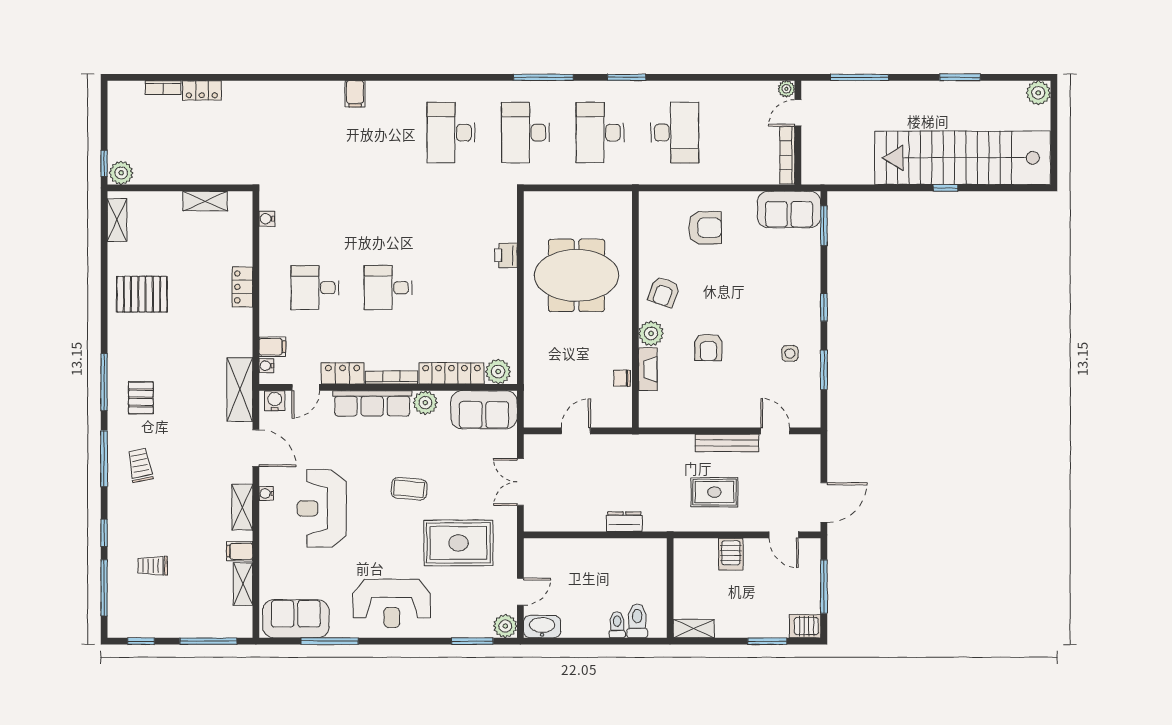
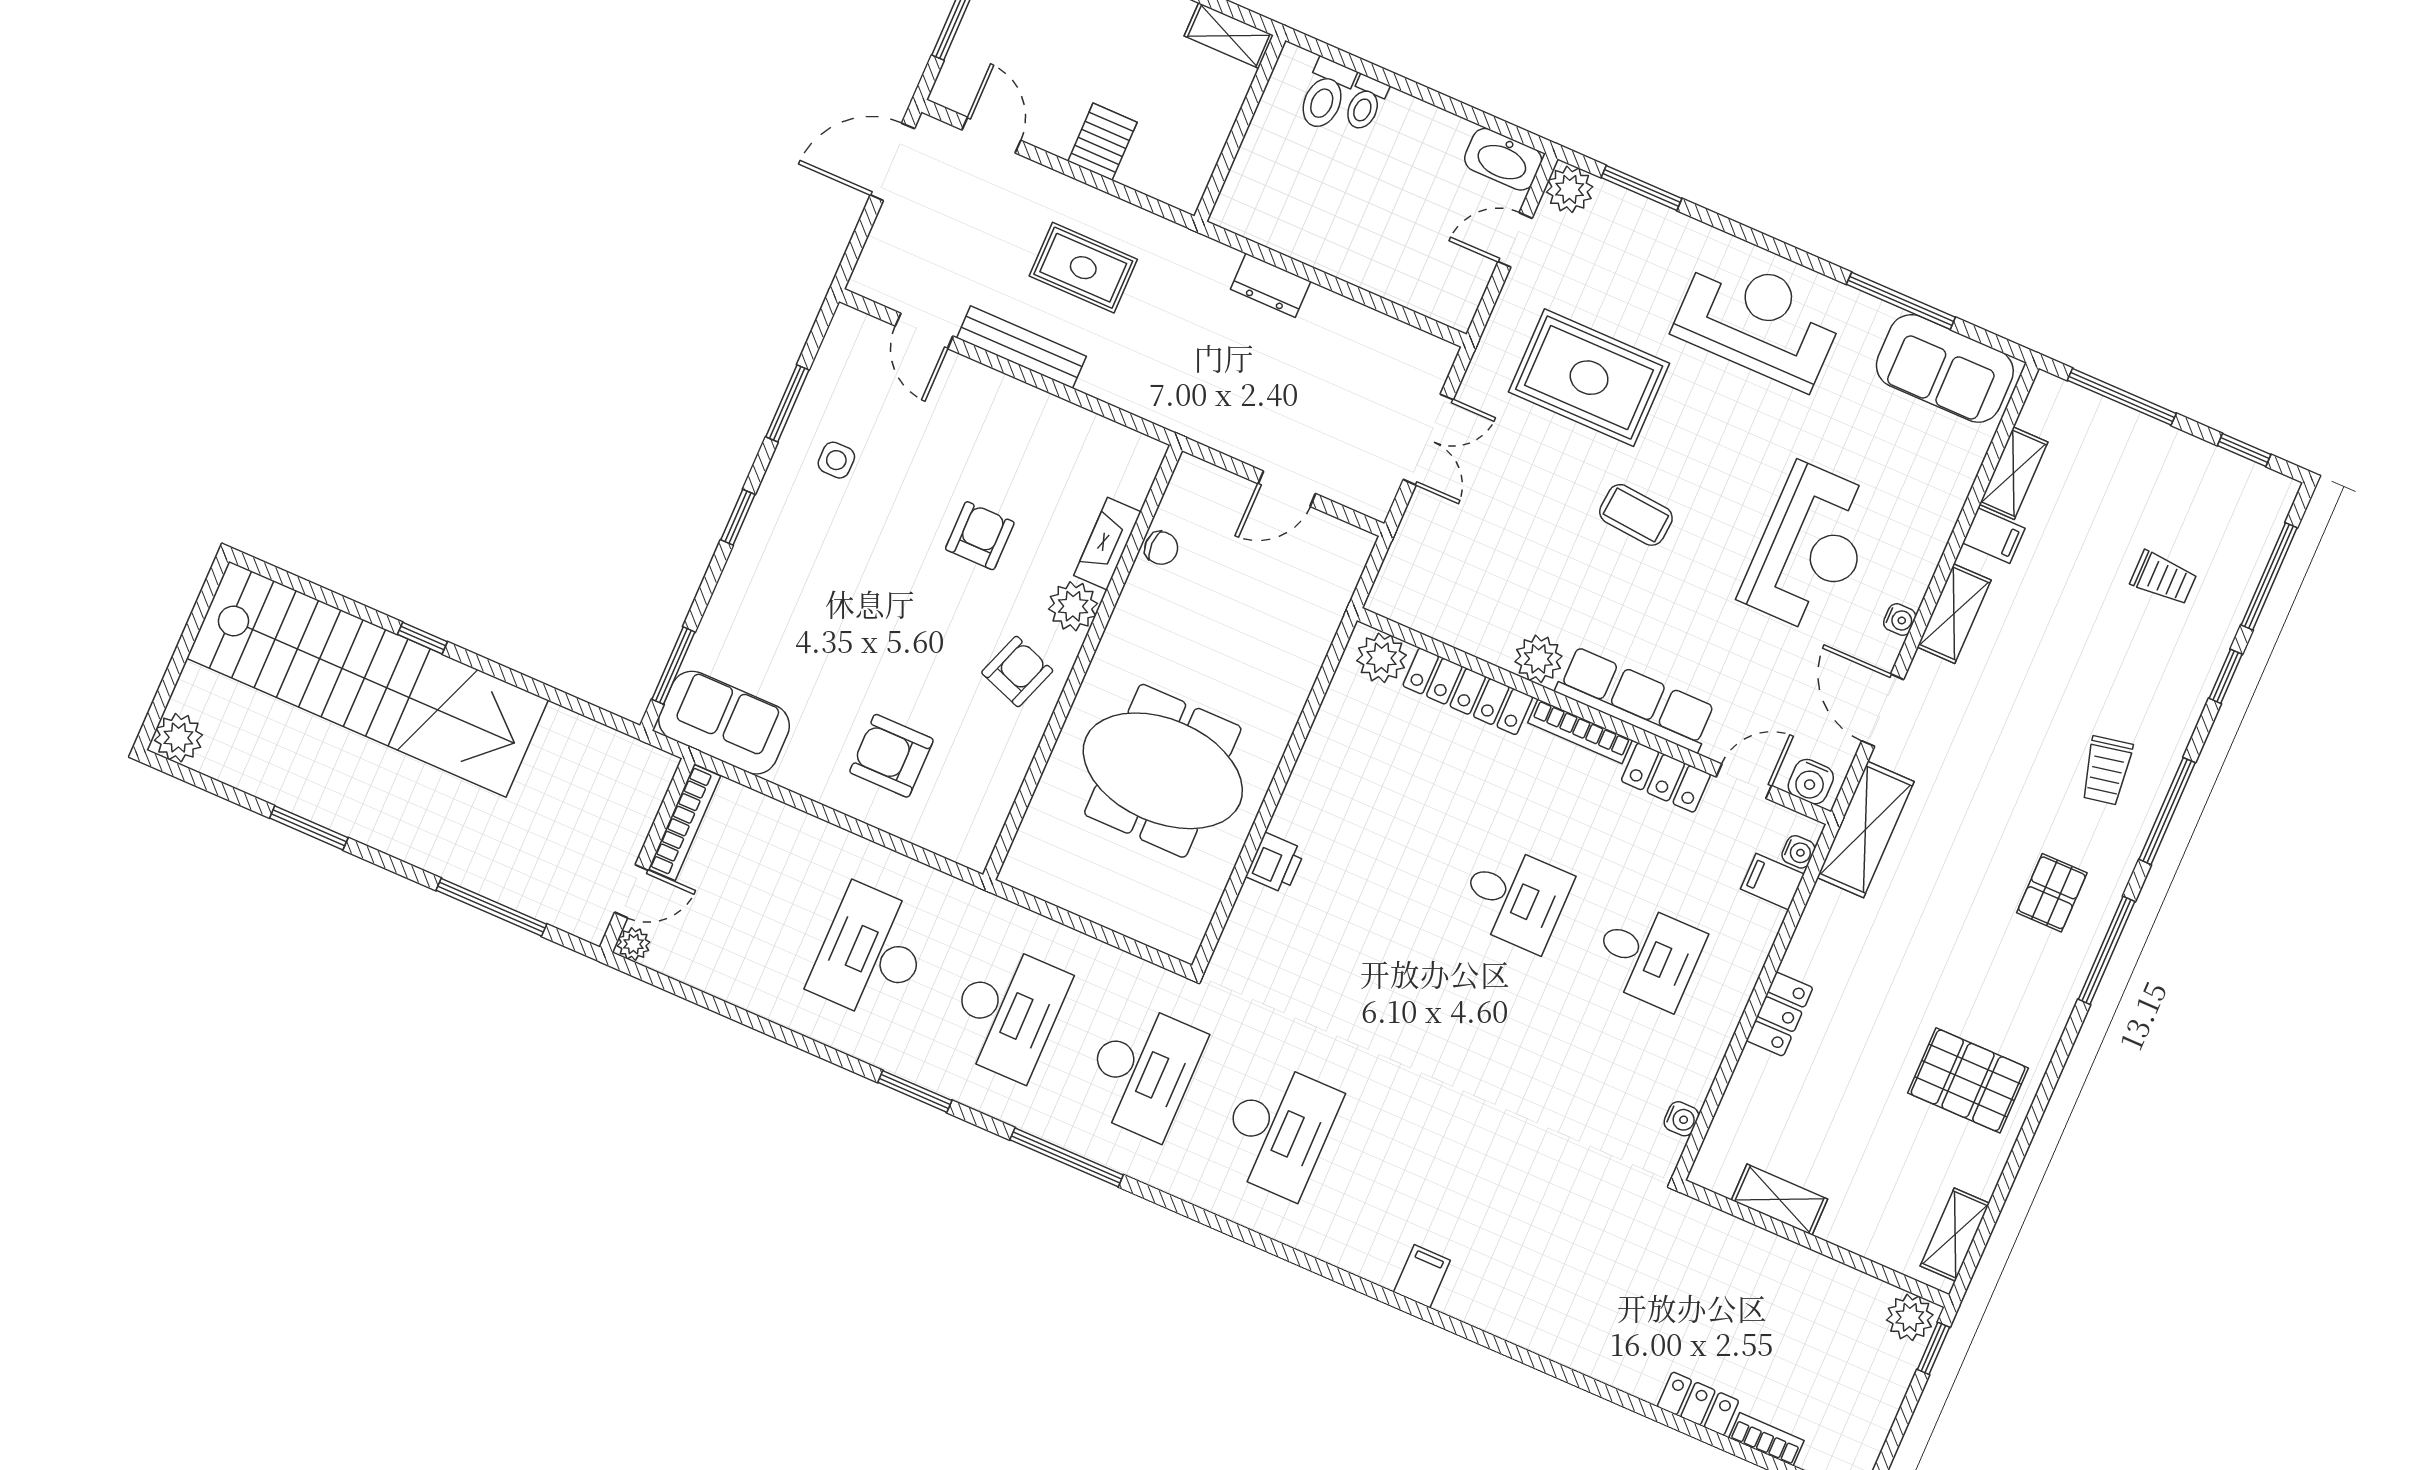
sofa: (484, 410) -> (1437, 599), removed

